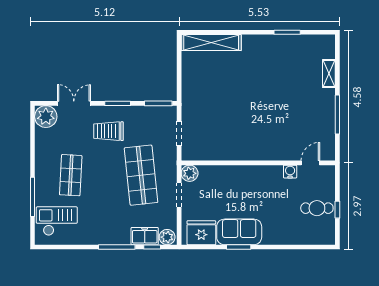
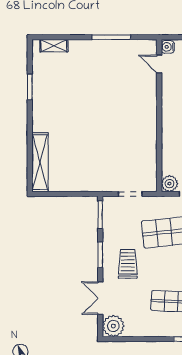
shelving: (329, 74) -> (54, 46), moved
trolley: (109, 131) -> (128, 264), turned 180
water cooler: (290, 172) -> (168, 47), moved

